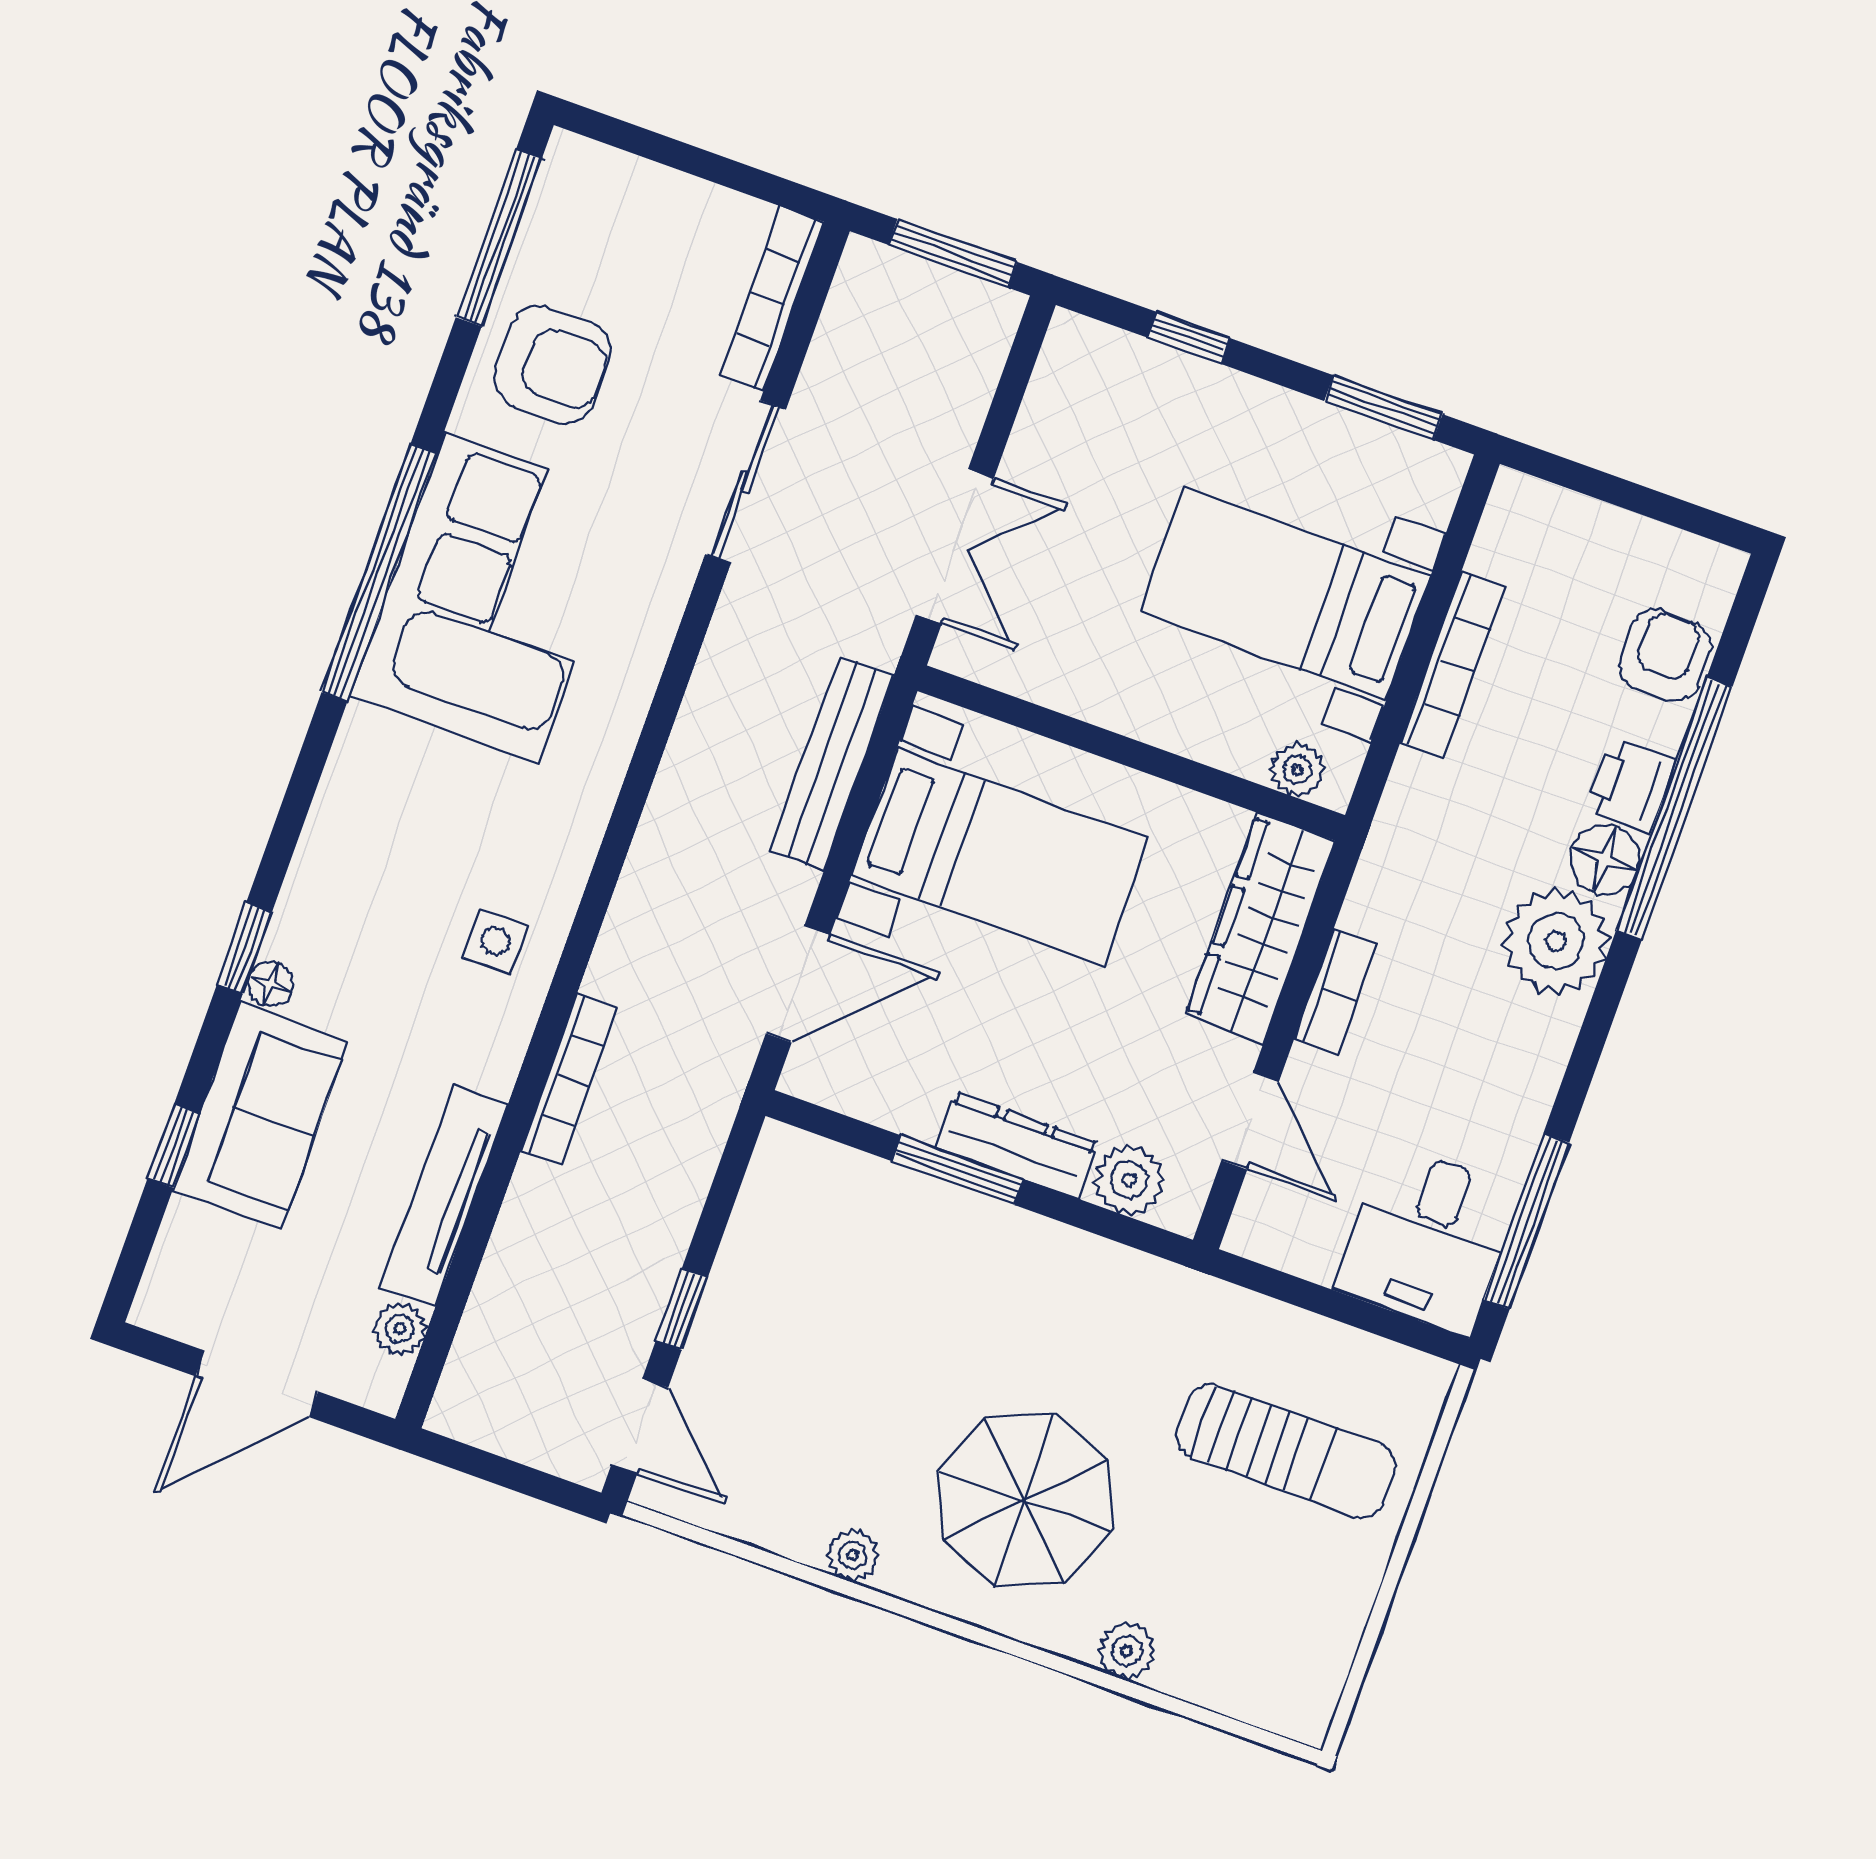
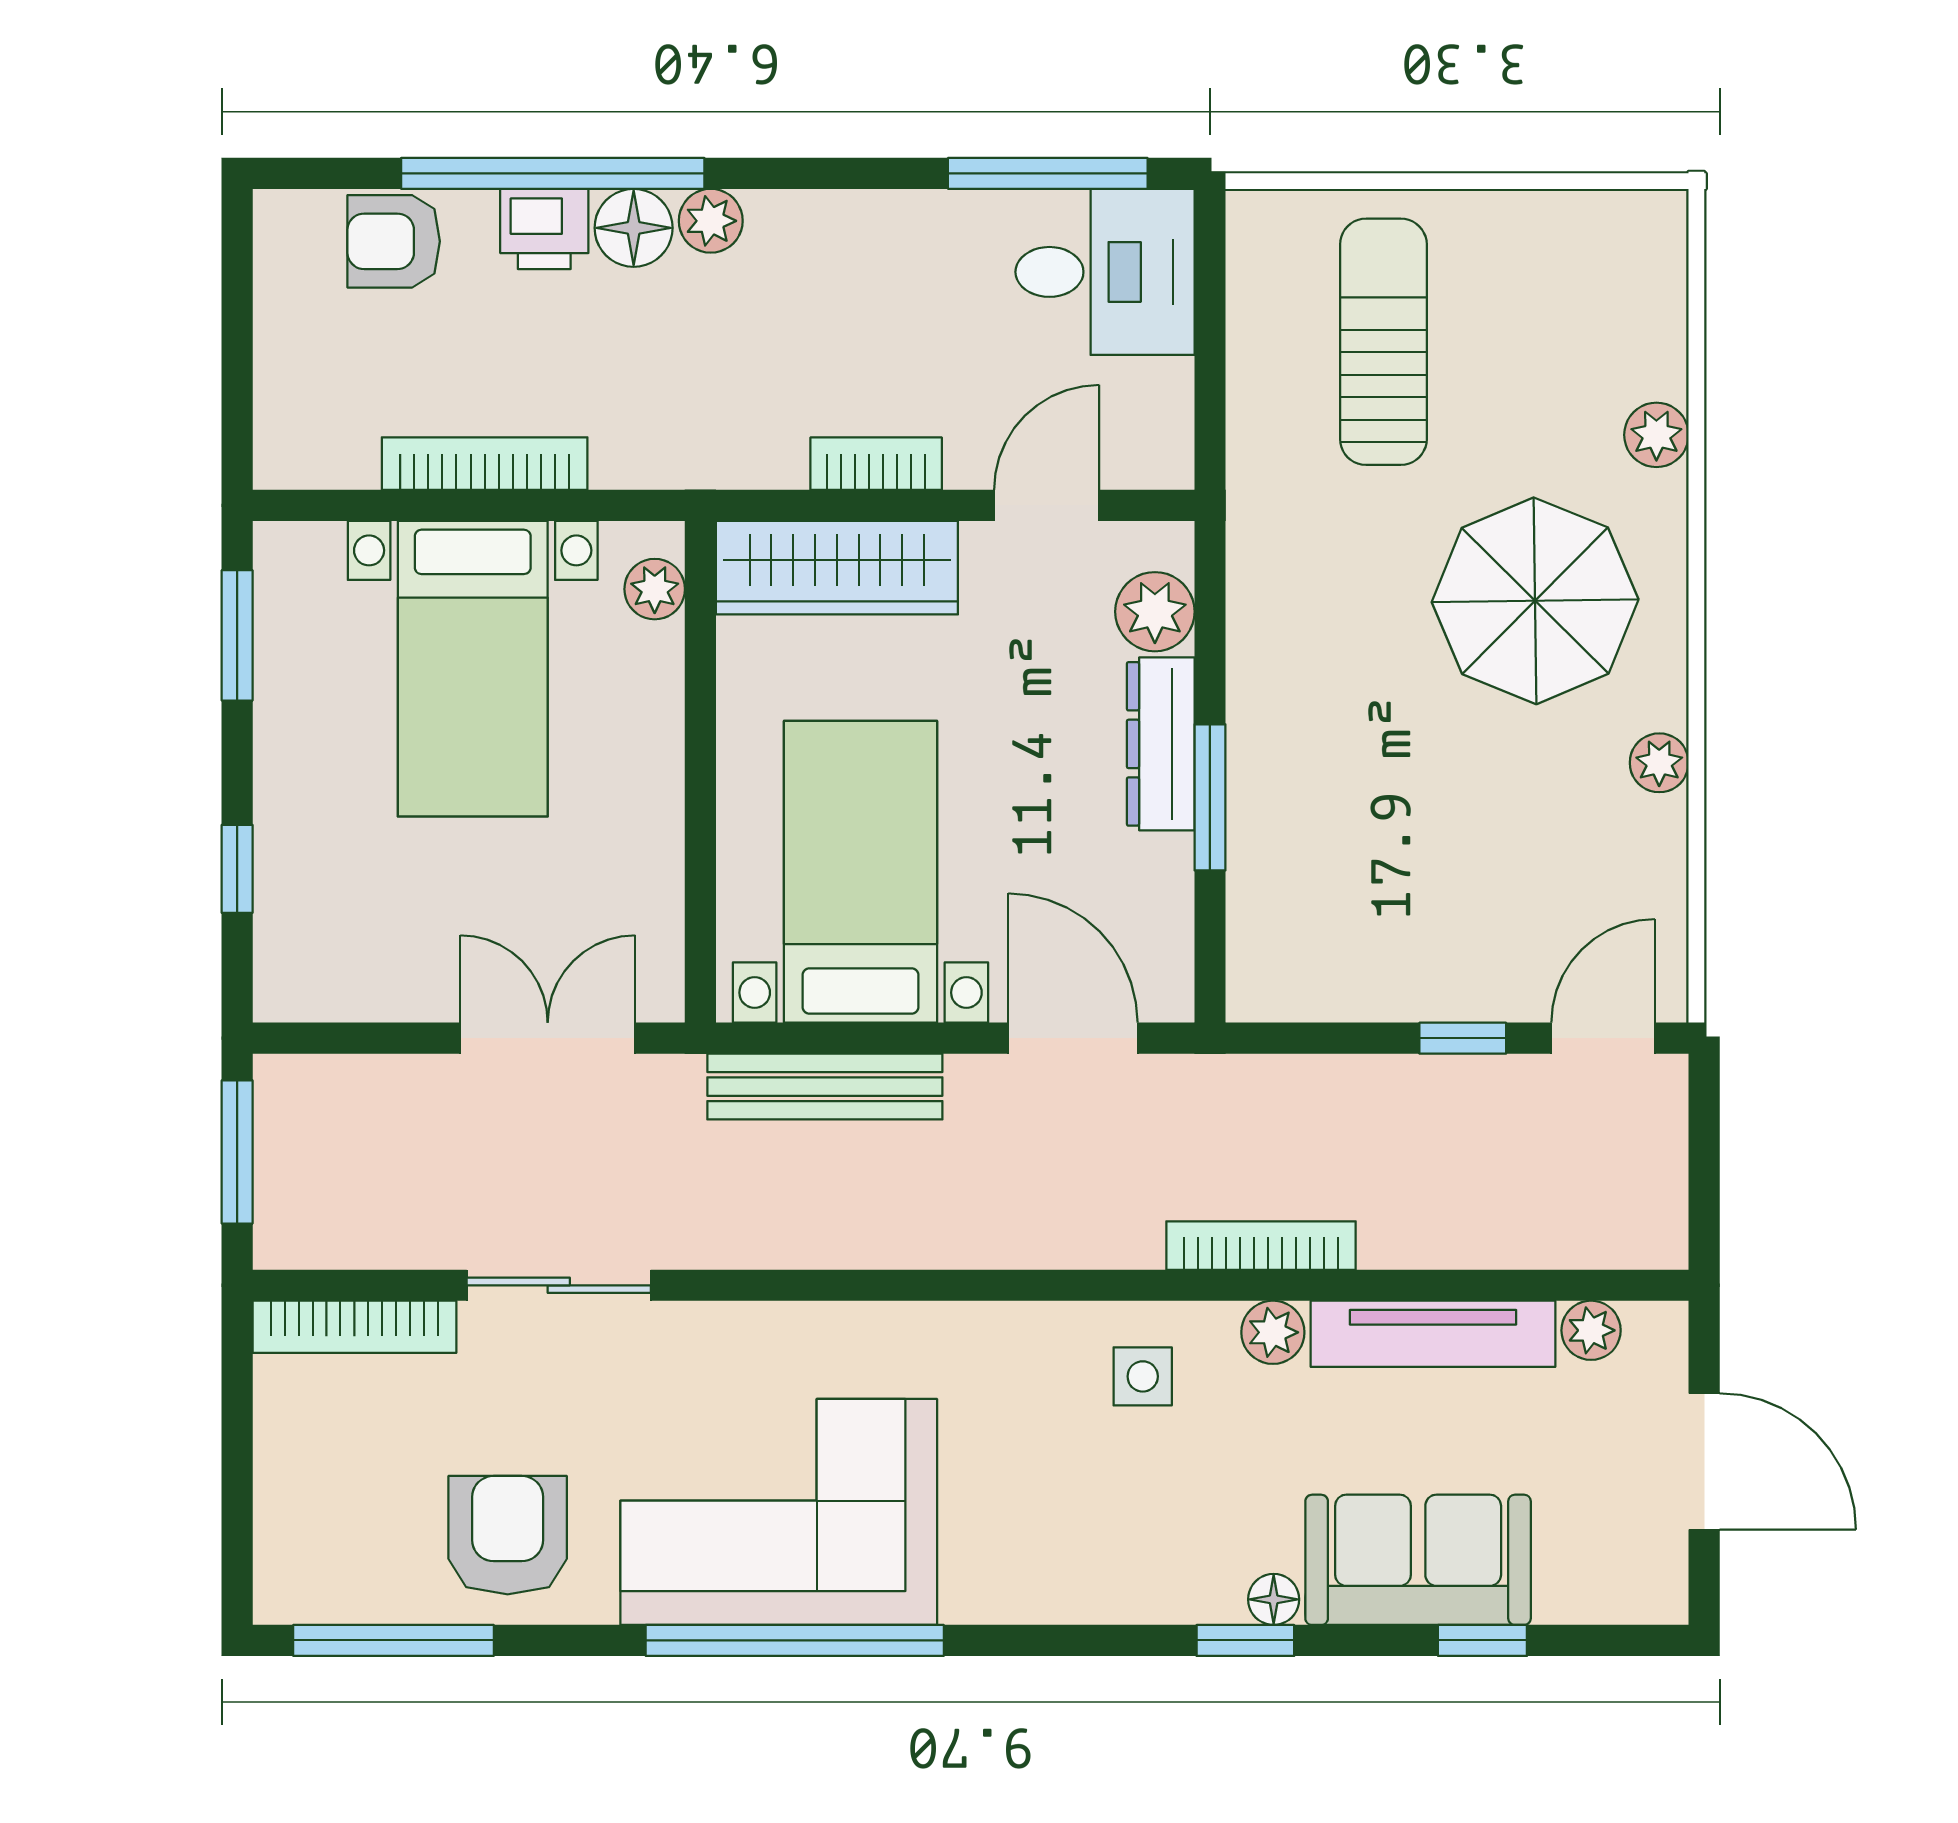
plant: (1556, 941) -> (711, 221), width x0.53, depth x0.53
plant: (493, 1063) -> (1273, 1332), added

